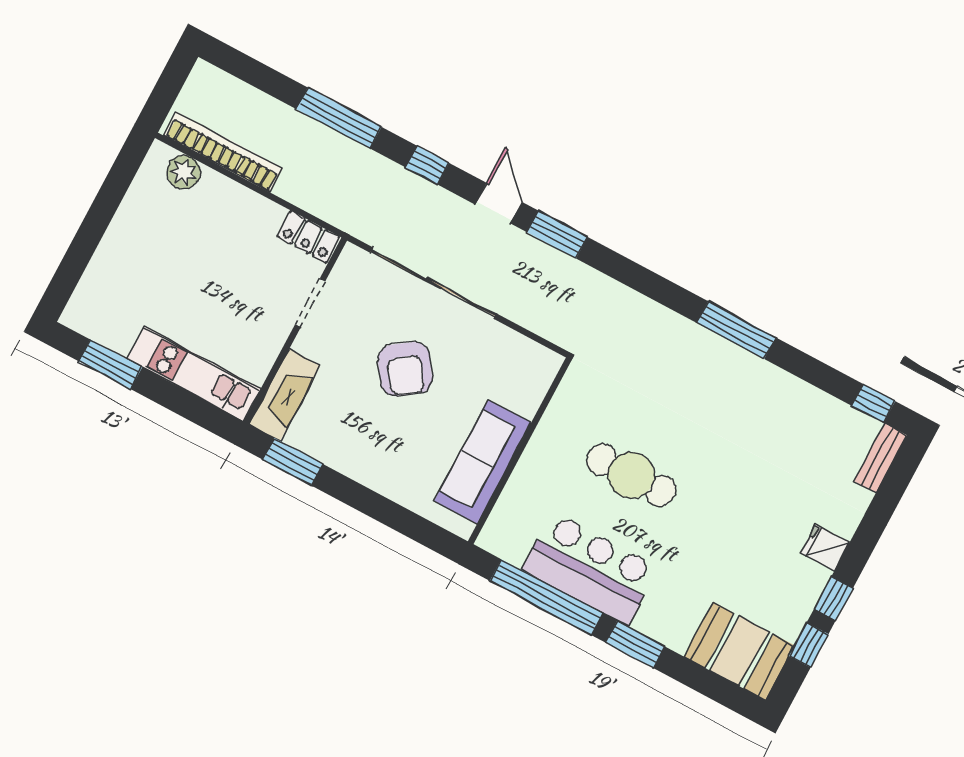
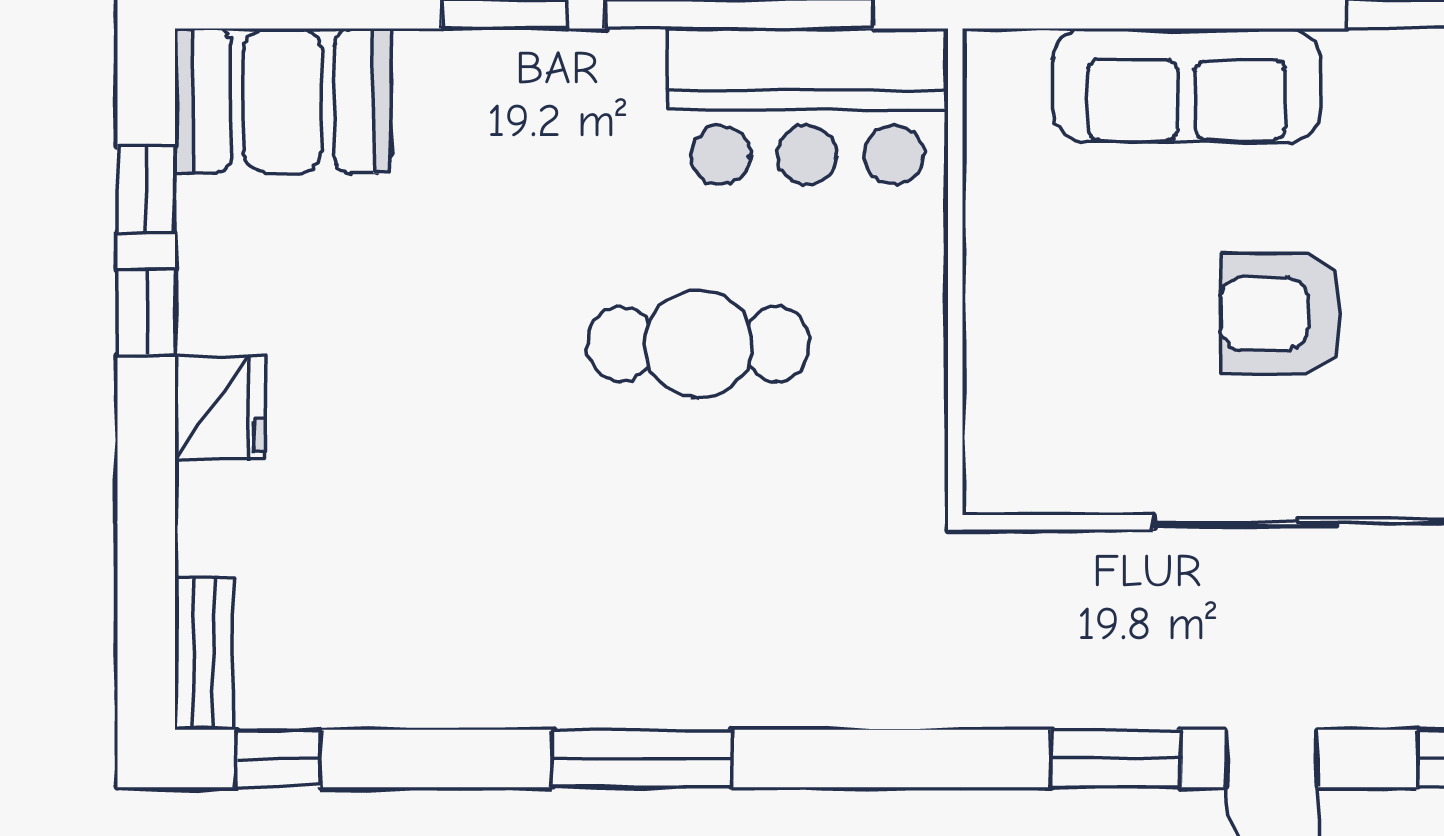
armchair: (405, 369) -> (1281, 314), turned -55
sofa: (483, 462) -> (1187, 85), moved, turned 90
fridge: (825, 548) -> (220, 408), width x1.38
bar counter: (590, 569) -> (807, 107), moved

